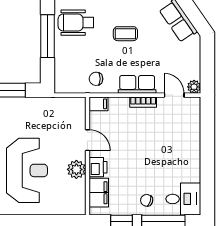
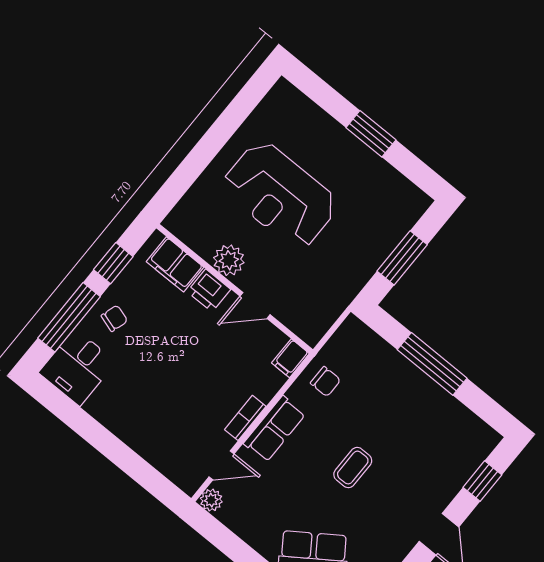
wheelchair: (76, 23) -> (420, 415), removed
chair: (96, 79) -> (325, 382), turned 90

